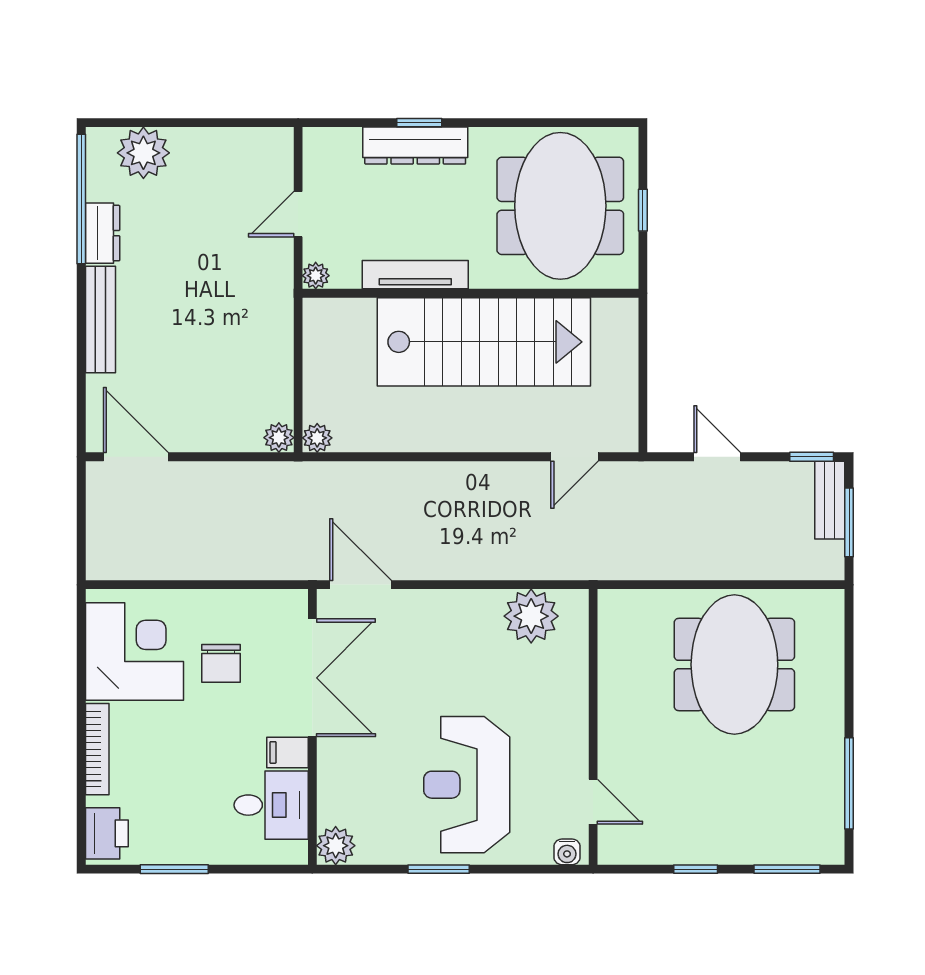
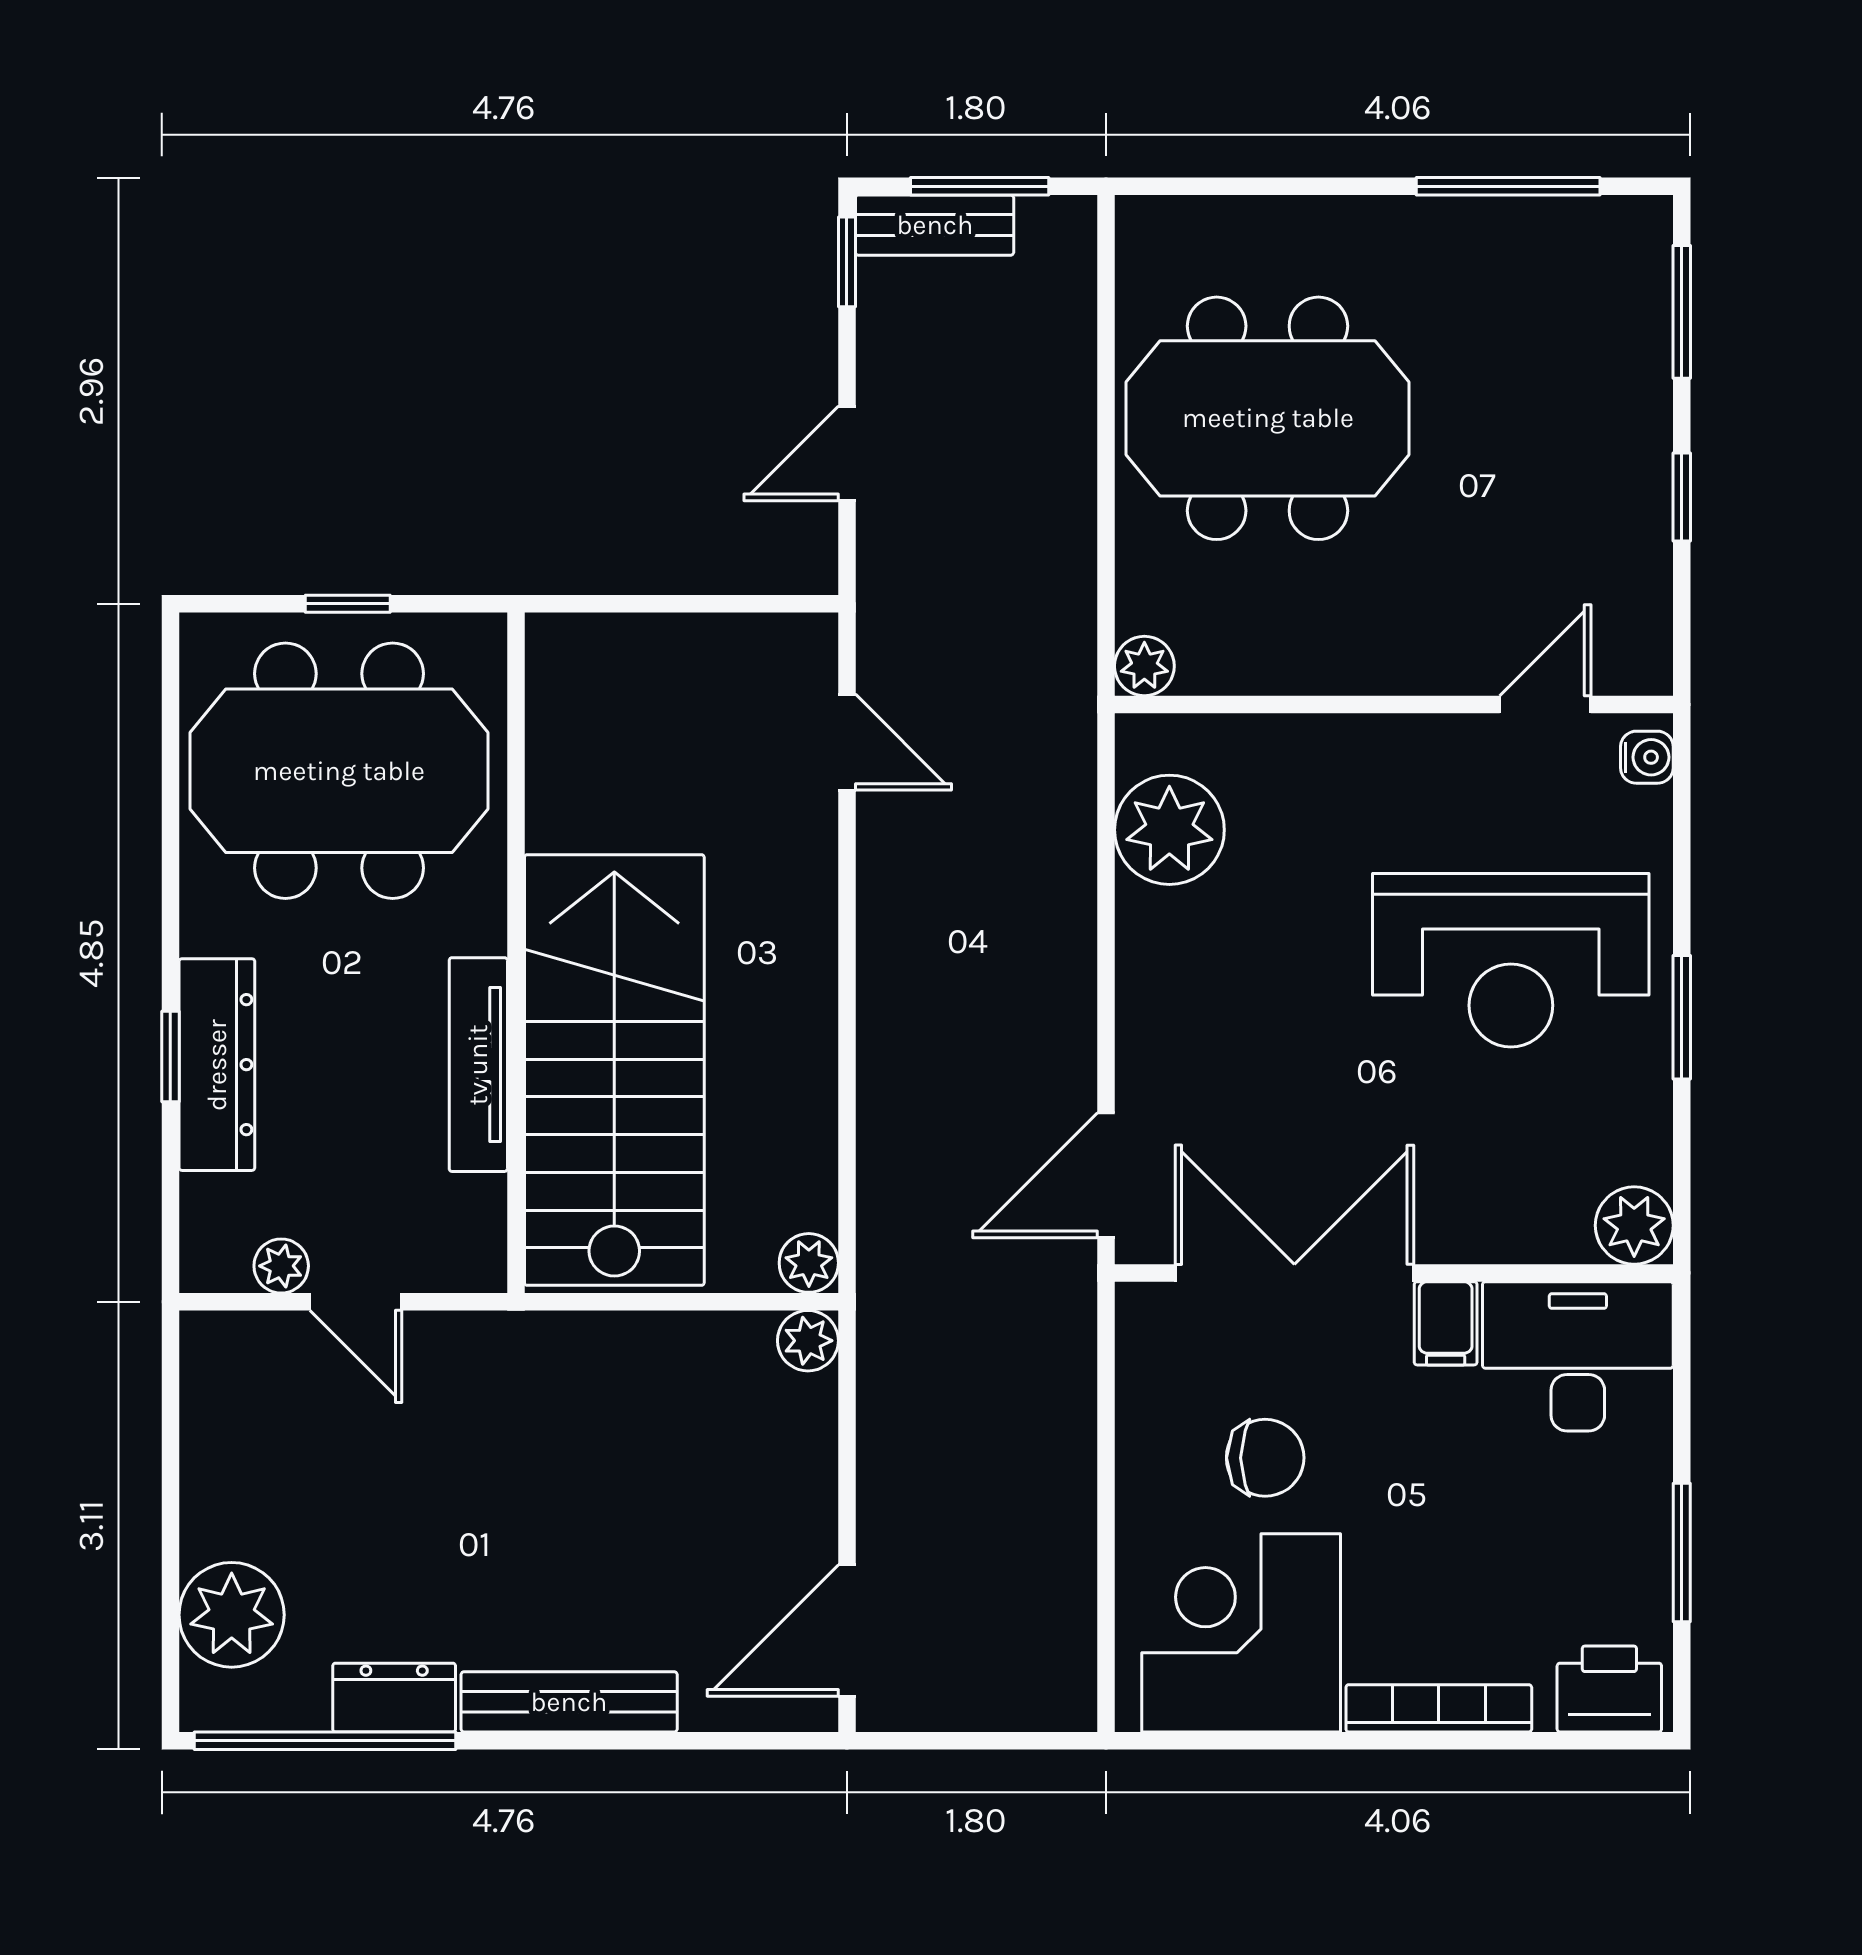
plant: (316, 276) -> (281, 1266), moved
stairs: (484, 342) -> (614, 1070), moved
plant: (612, 604) -> (1144, 666), added
desk: (271, 805) -> (1578, 1356), width x1.37

